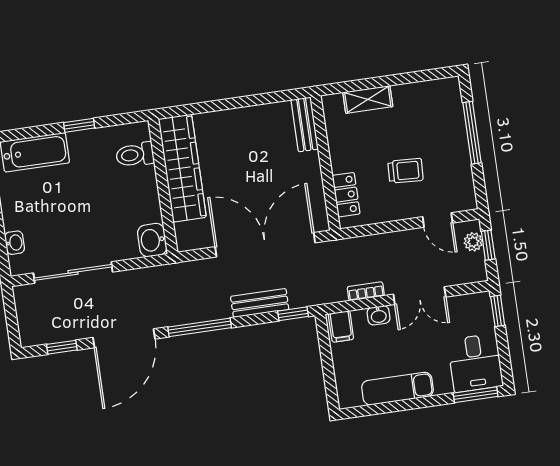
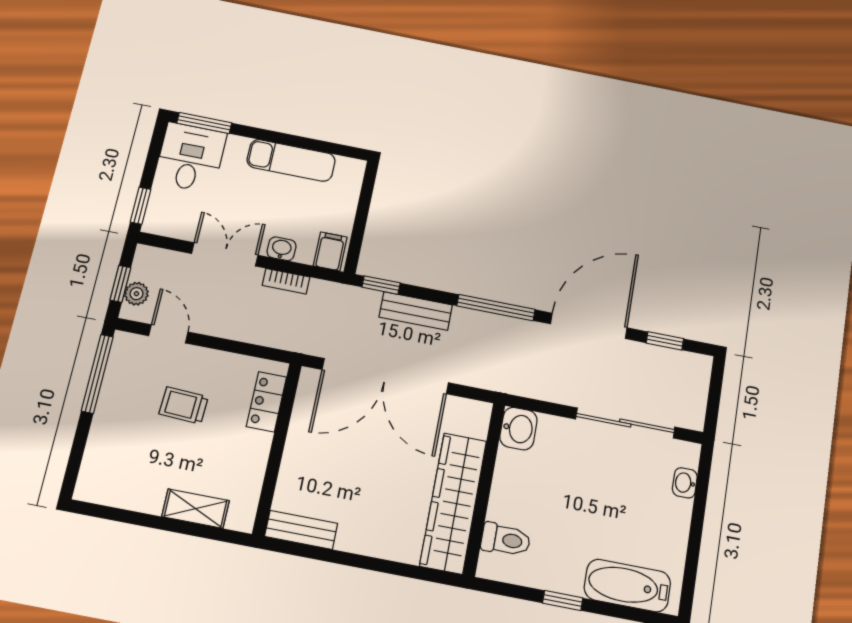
bench: (305, 124) -> (301, 530), moved, turned 90
window: (472, 133) -> (97, 374), moved

